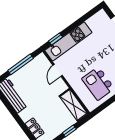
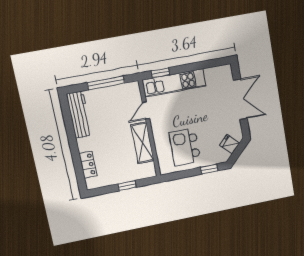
shelving: (73, 105) -> (142, 143), moved

